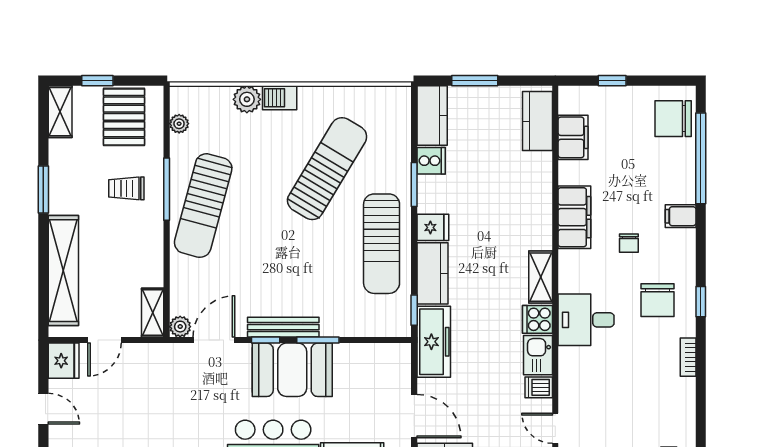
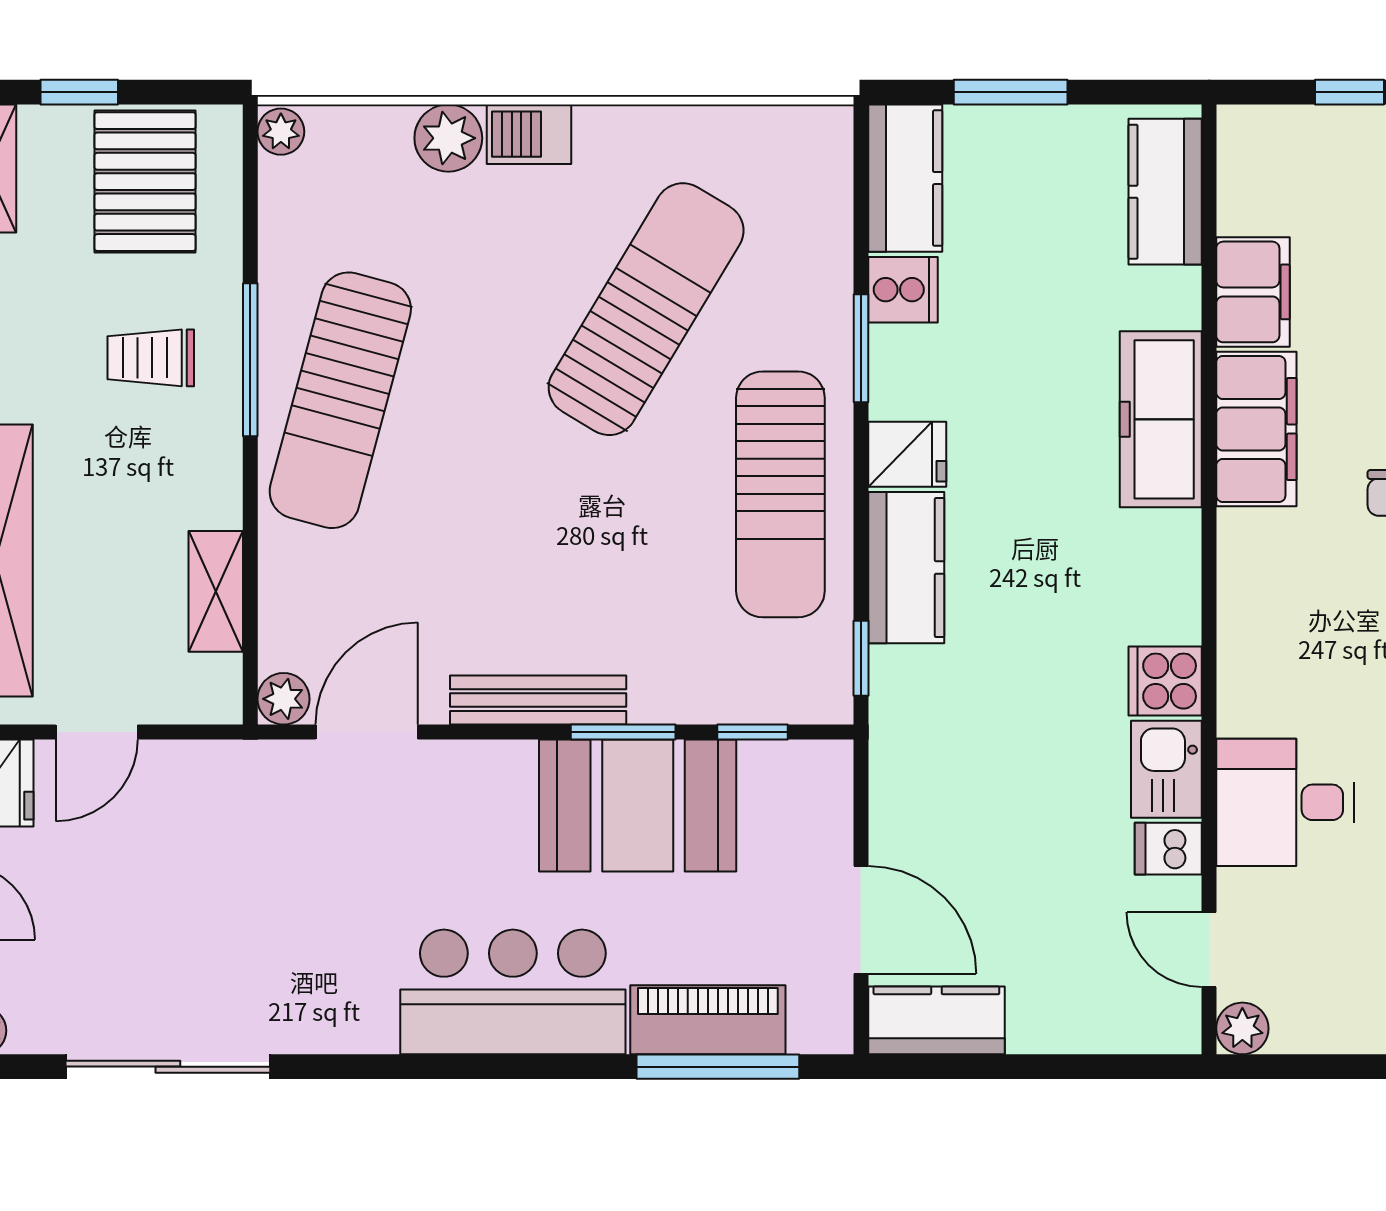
plant: (179, 124) -> (281, 132), moved
filing cabinet: (573, 137) -> (1253, 292), moved
shelving: (541, 277) -> (1173, 577), removed
shelving: (153, 313) -> (216, 591), moved
desk: (586, 320) -> (1285, 802), moved
window: (266, 340) -> (752, 732), moved
freezer: (434, 342) -> (1161, 419), moved, turned 180
booth: (292, 370) -> (638, 805), moved

